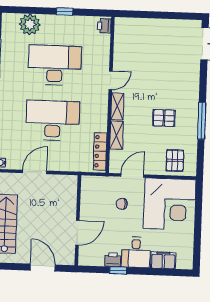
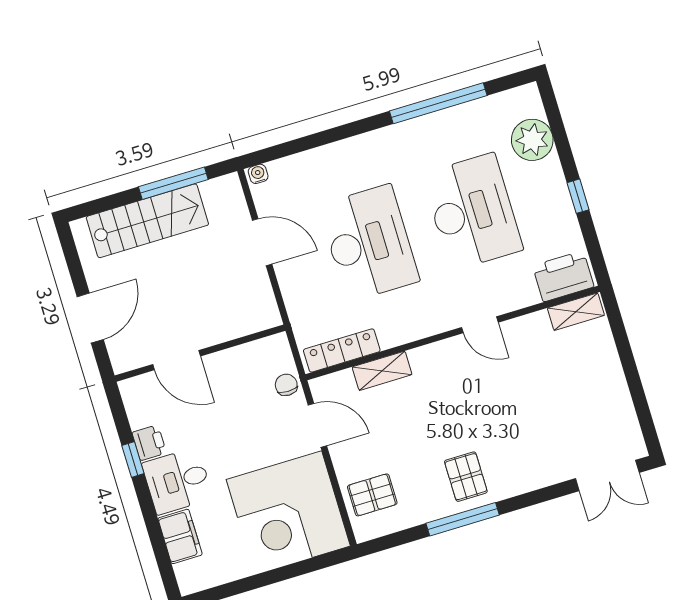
printer: (104, 26) -> (563, 276), width x1.87, depth x1.48
shelving: (117, 106) -> (576, 312), moved
pallet: (164, 118) -> (466, 477), moved
chair: (122, 204) -> (286, 385), moved

